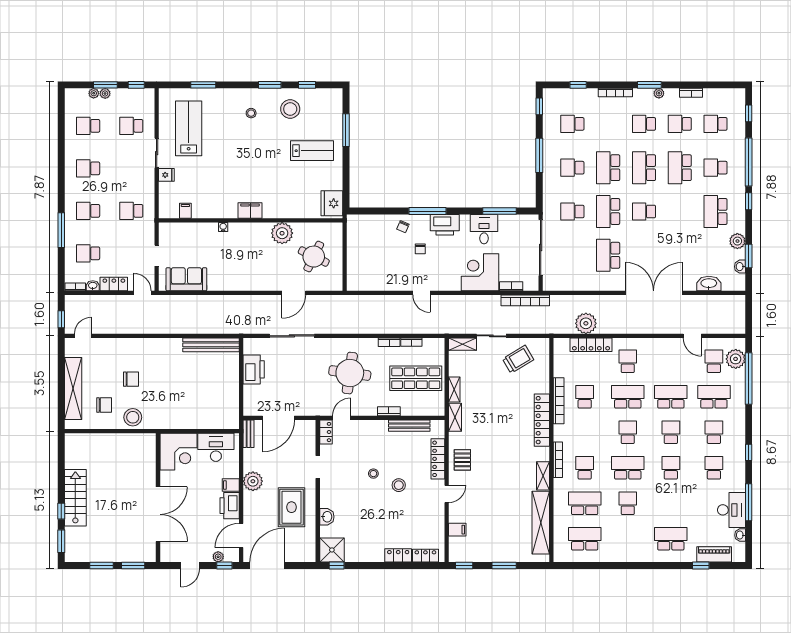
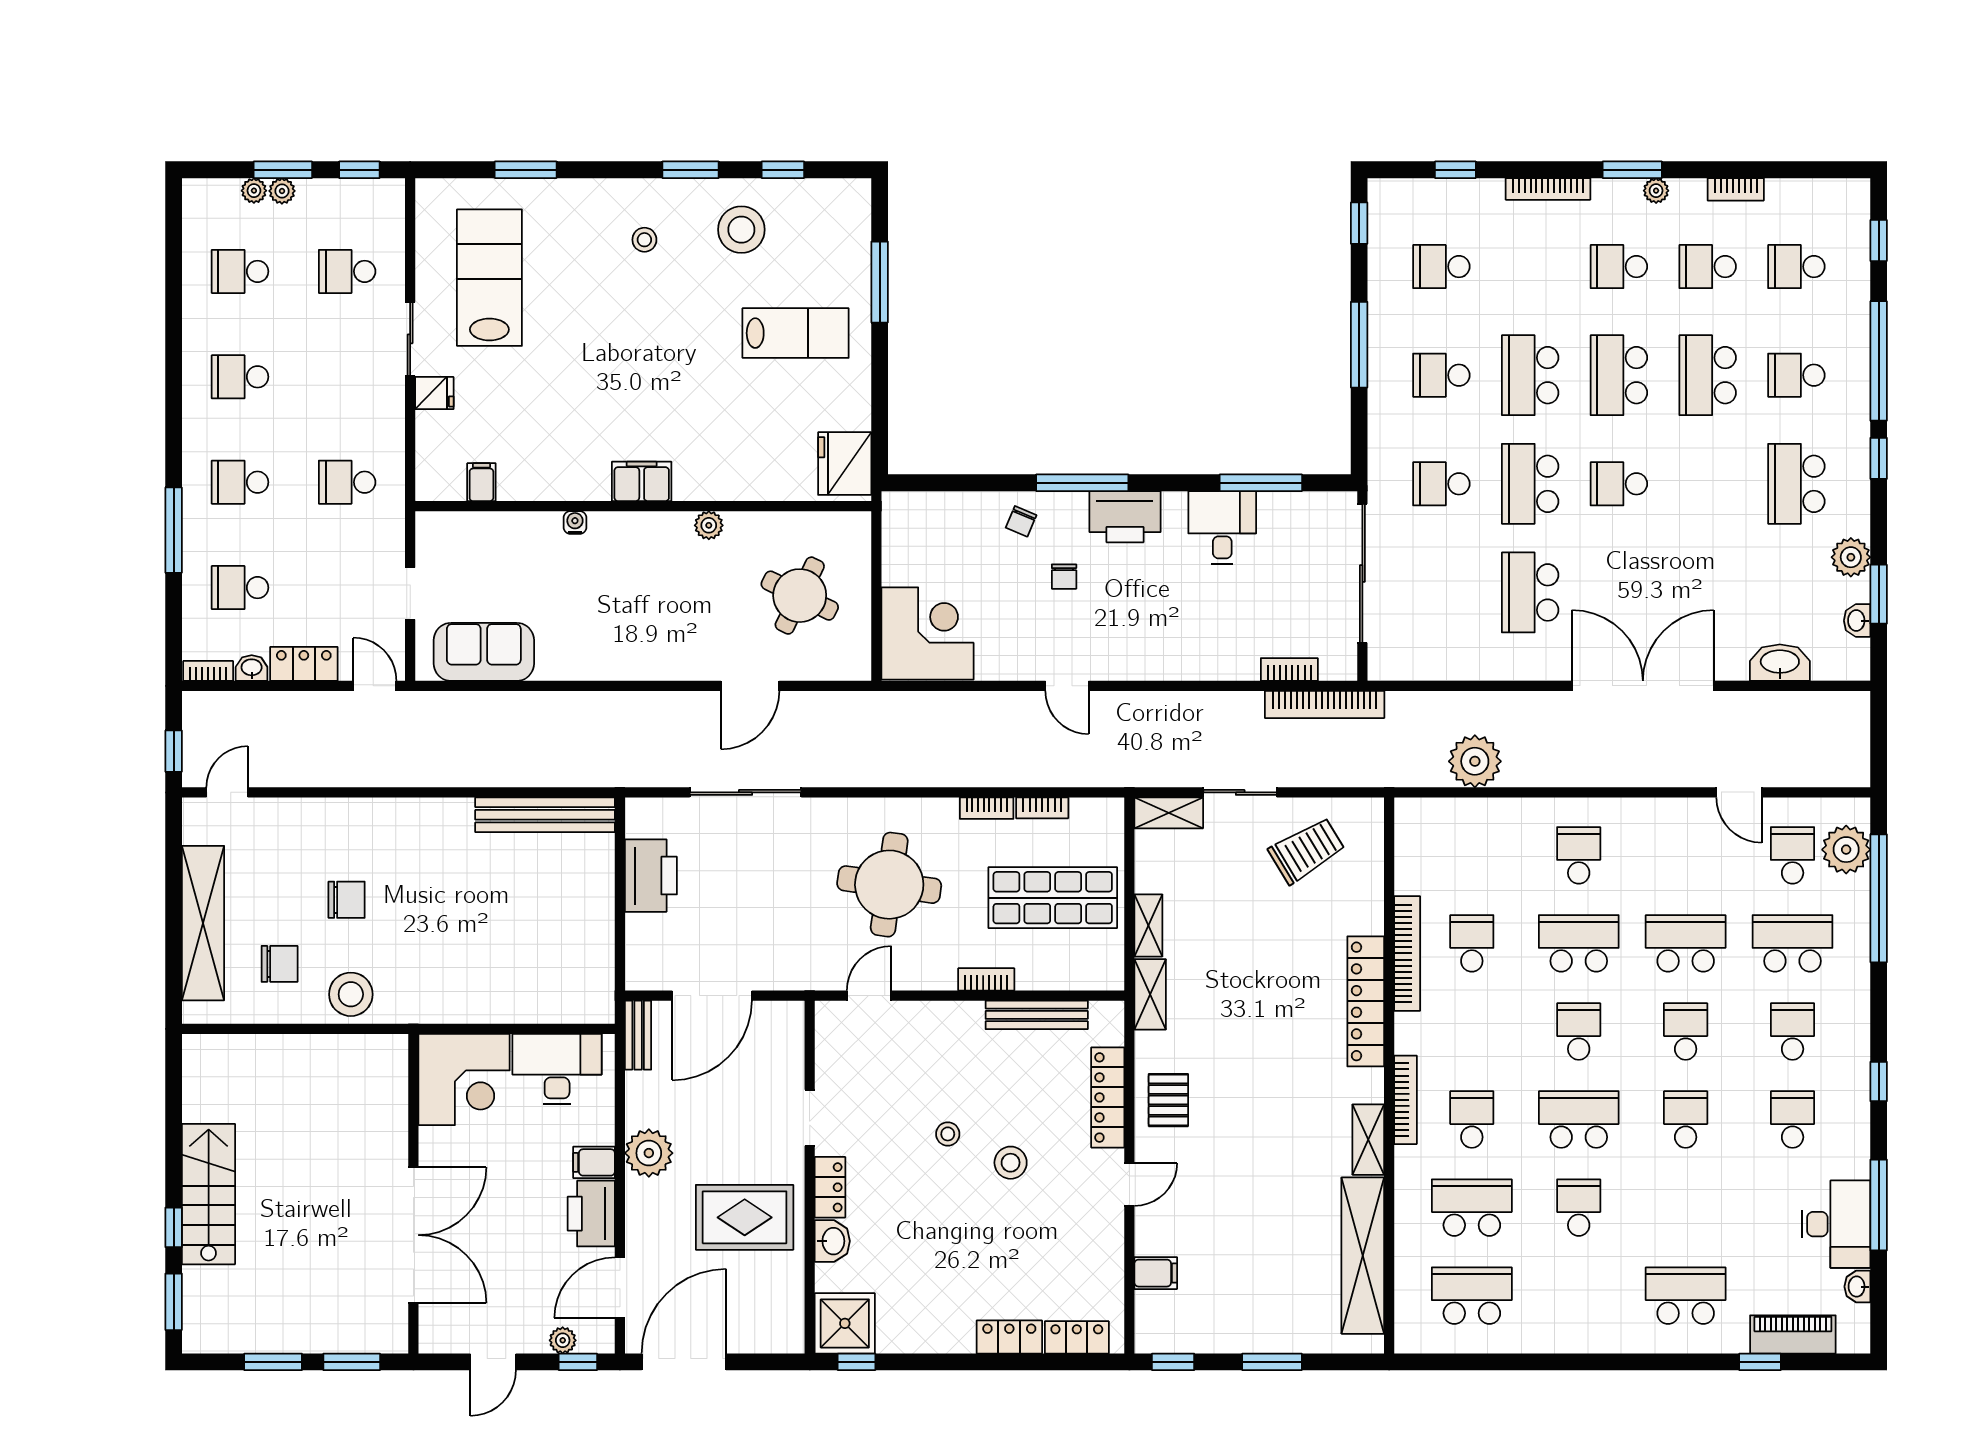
plant: (282, 233) -> (709, 525), width x0.53, depth x0.53
corner desk: (480, 272) -> (927, 633), moved, turned 90
locker: (591, 345) -> (1487, 815), removed
locker: (326, 432) -> (830, 1187), moved
rug: (292, 507) -> (745, 1217), turned 90

